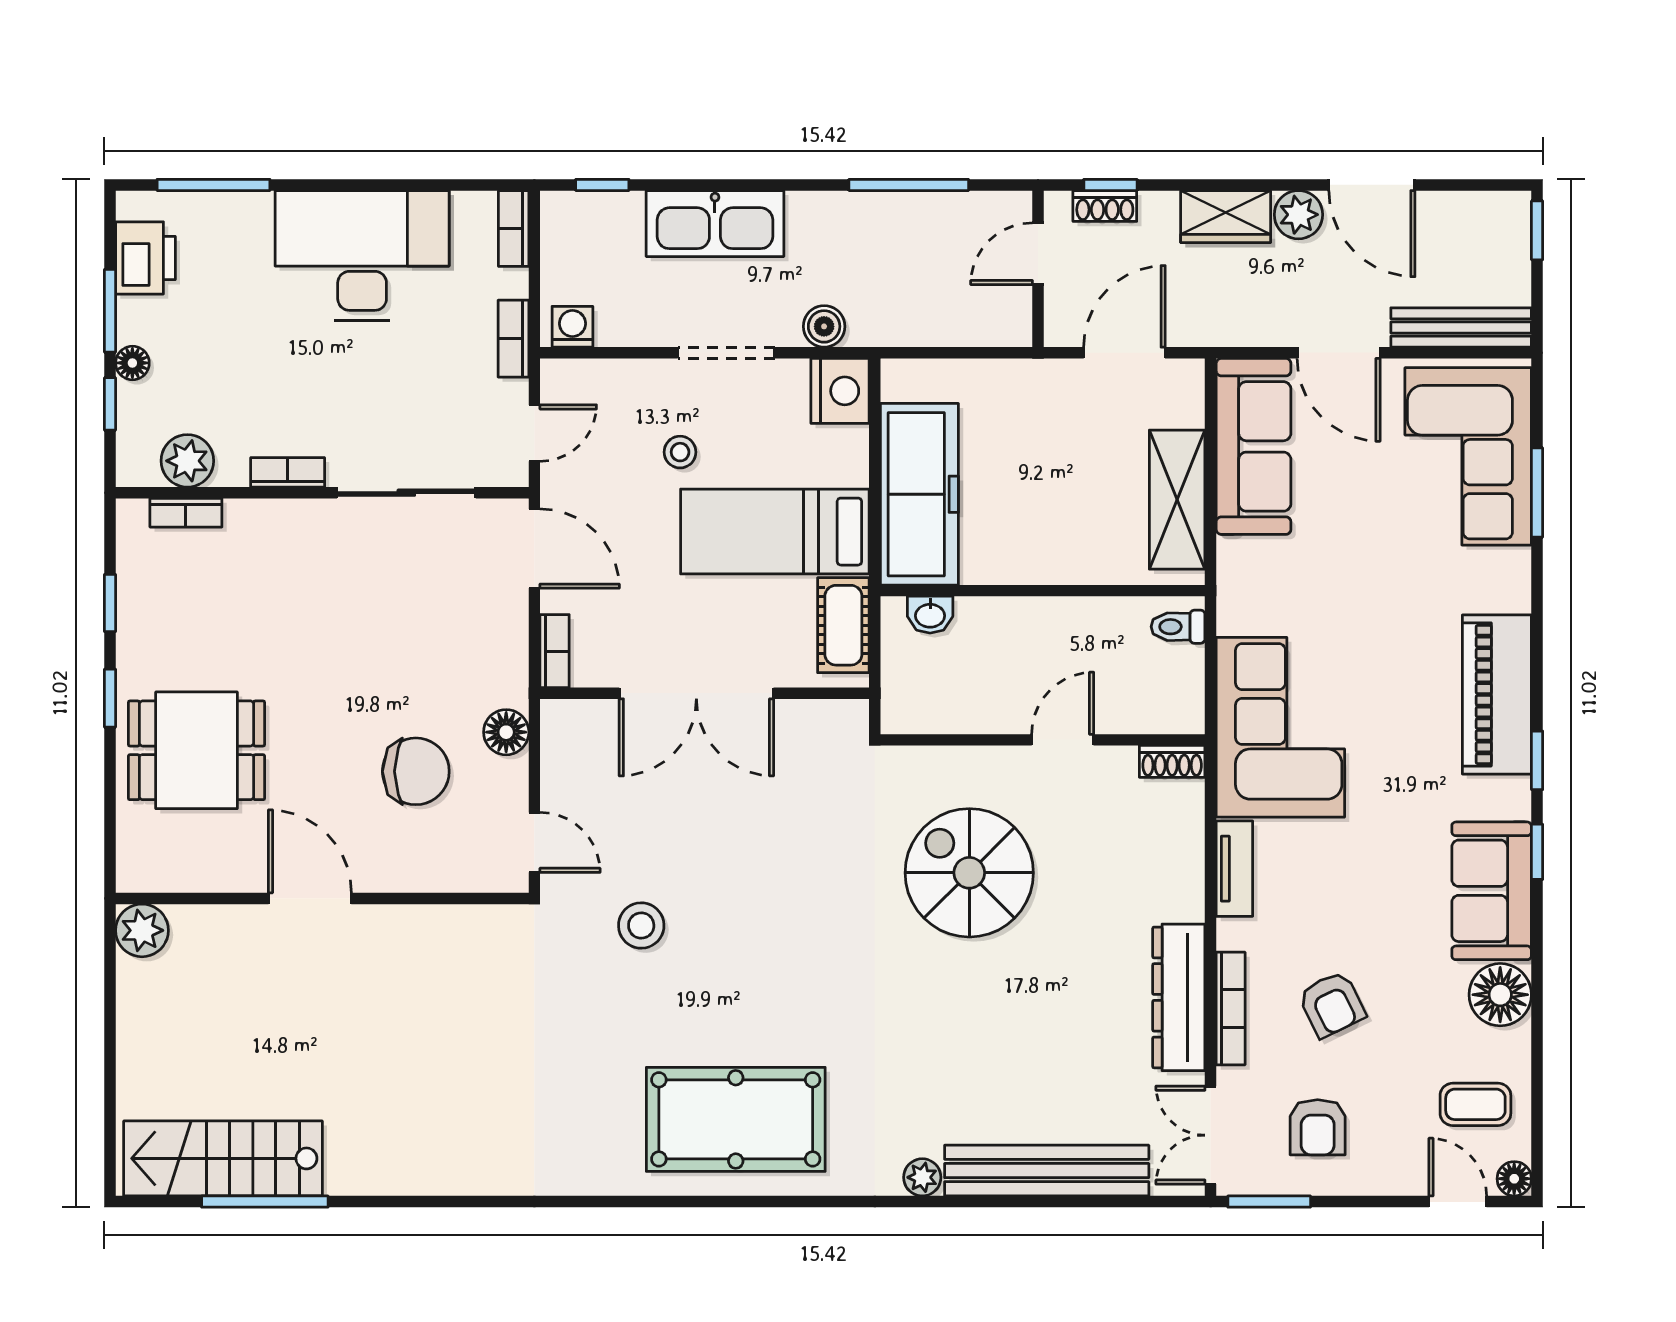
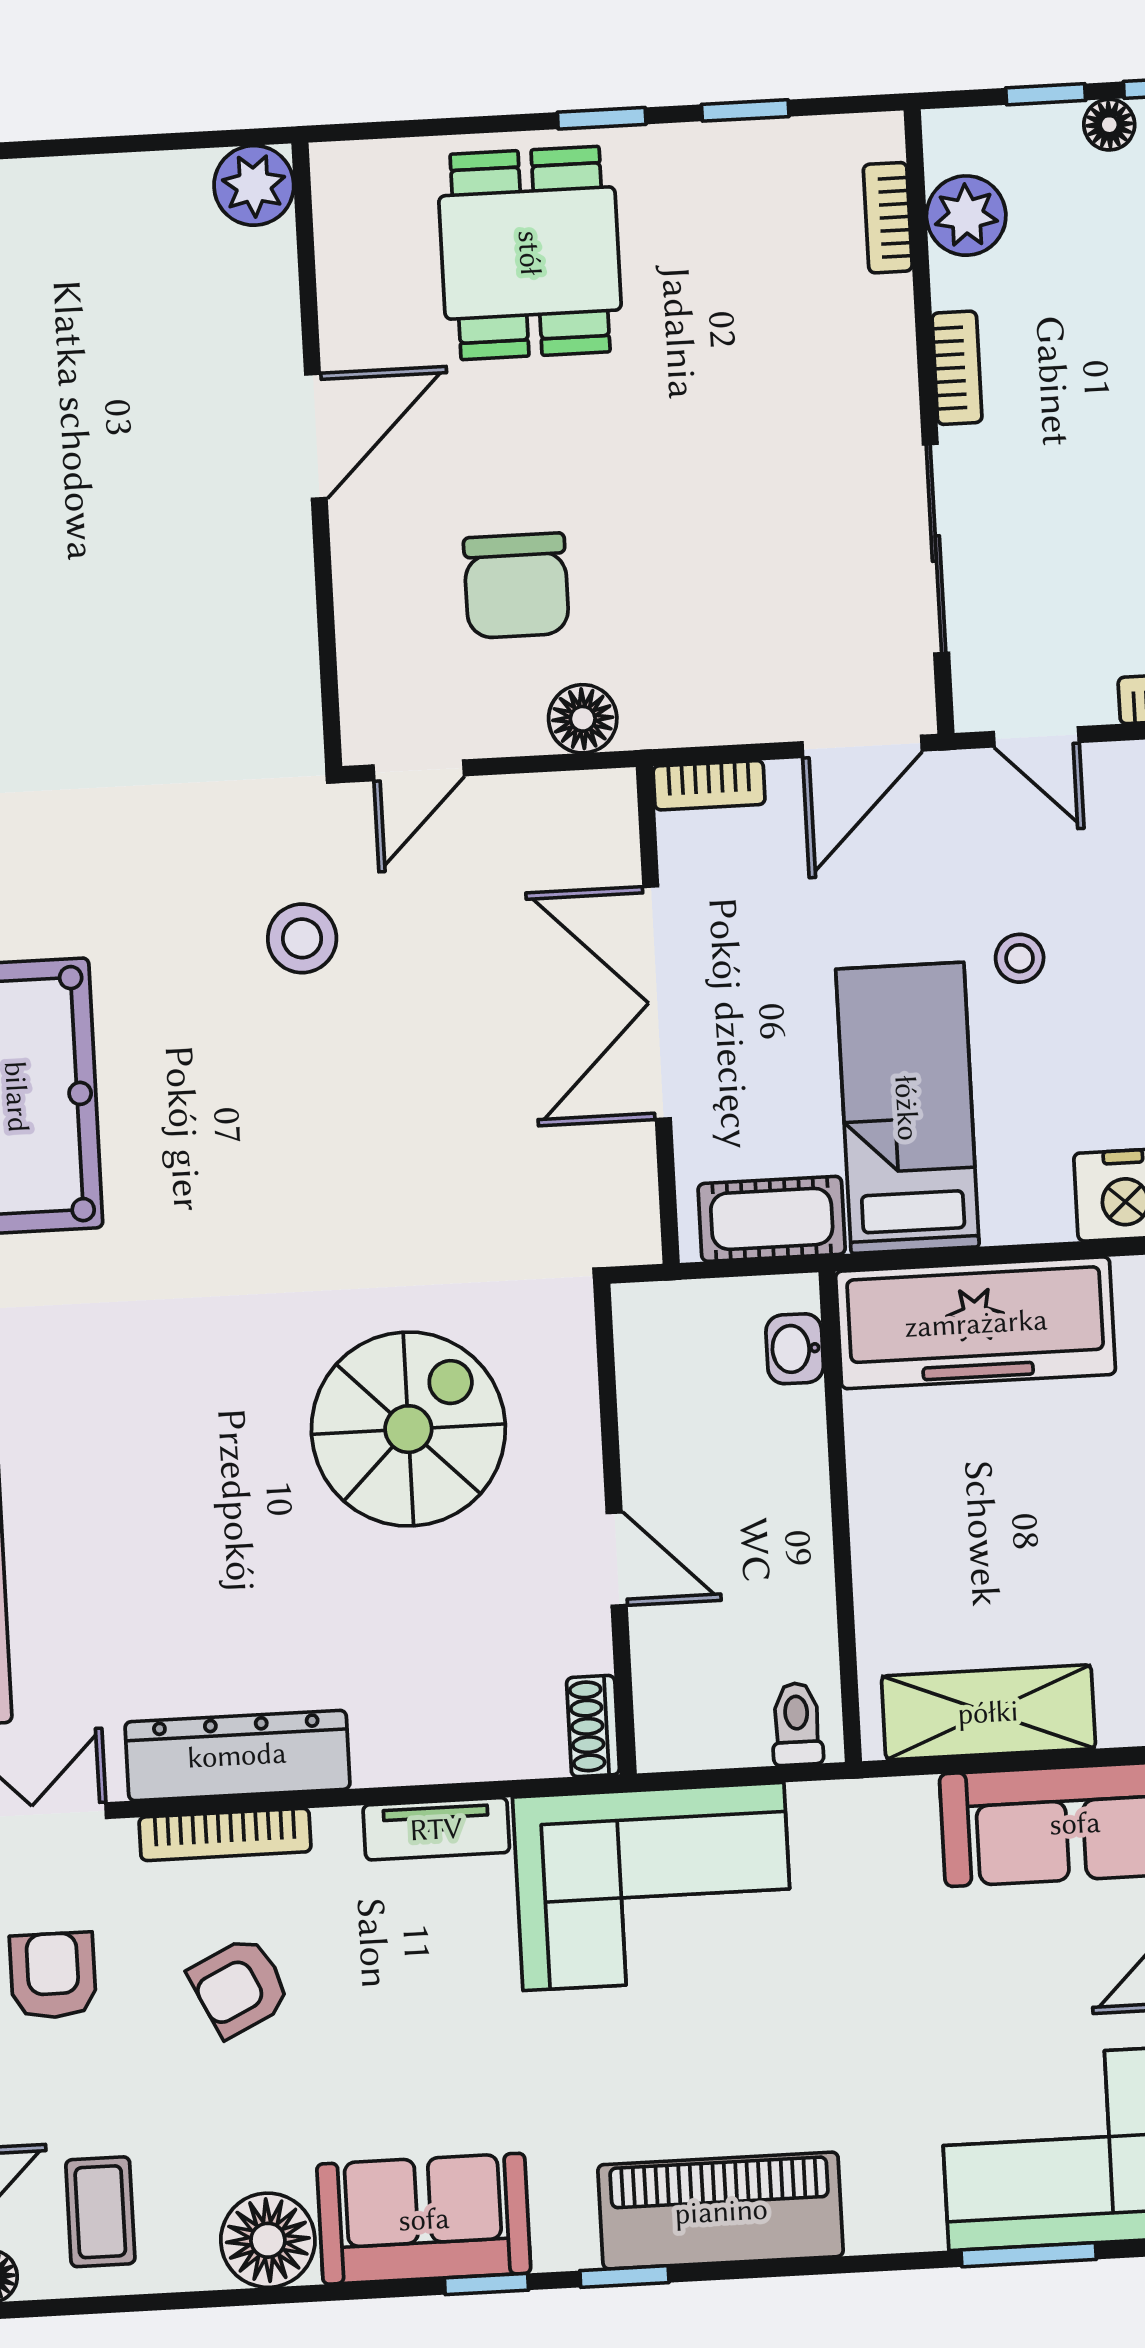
armchair: (1318, 1127) -> (53, 1975), turned 90

